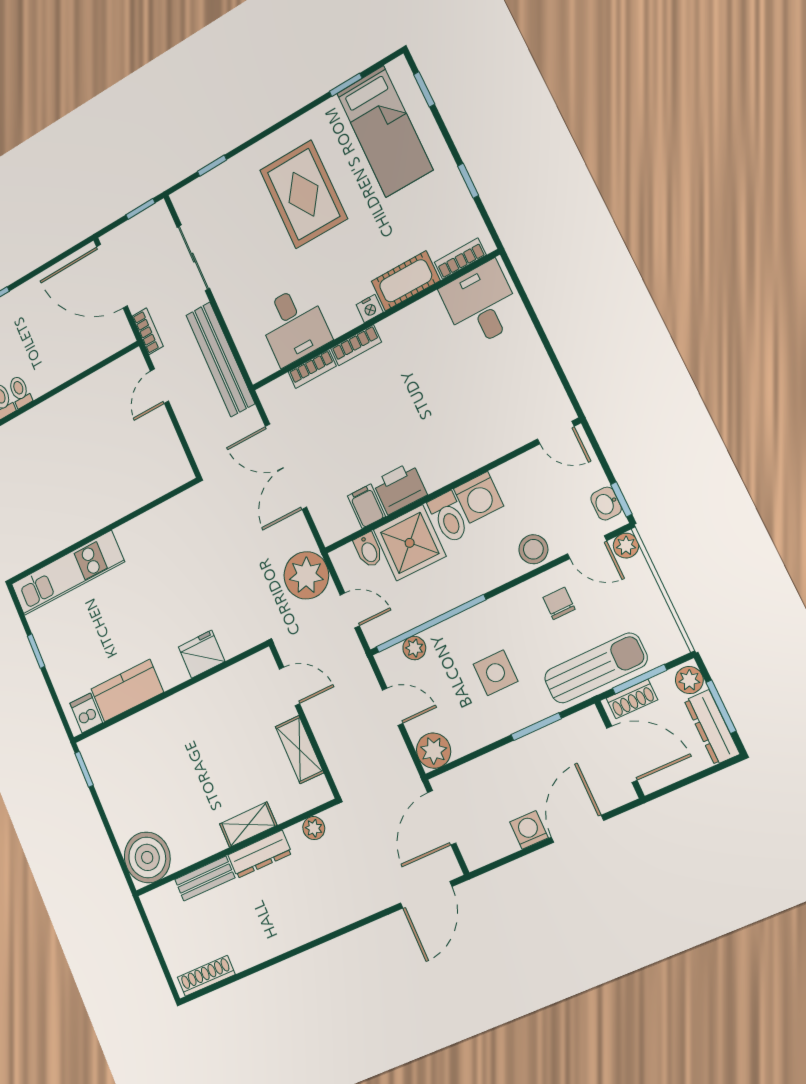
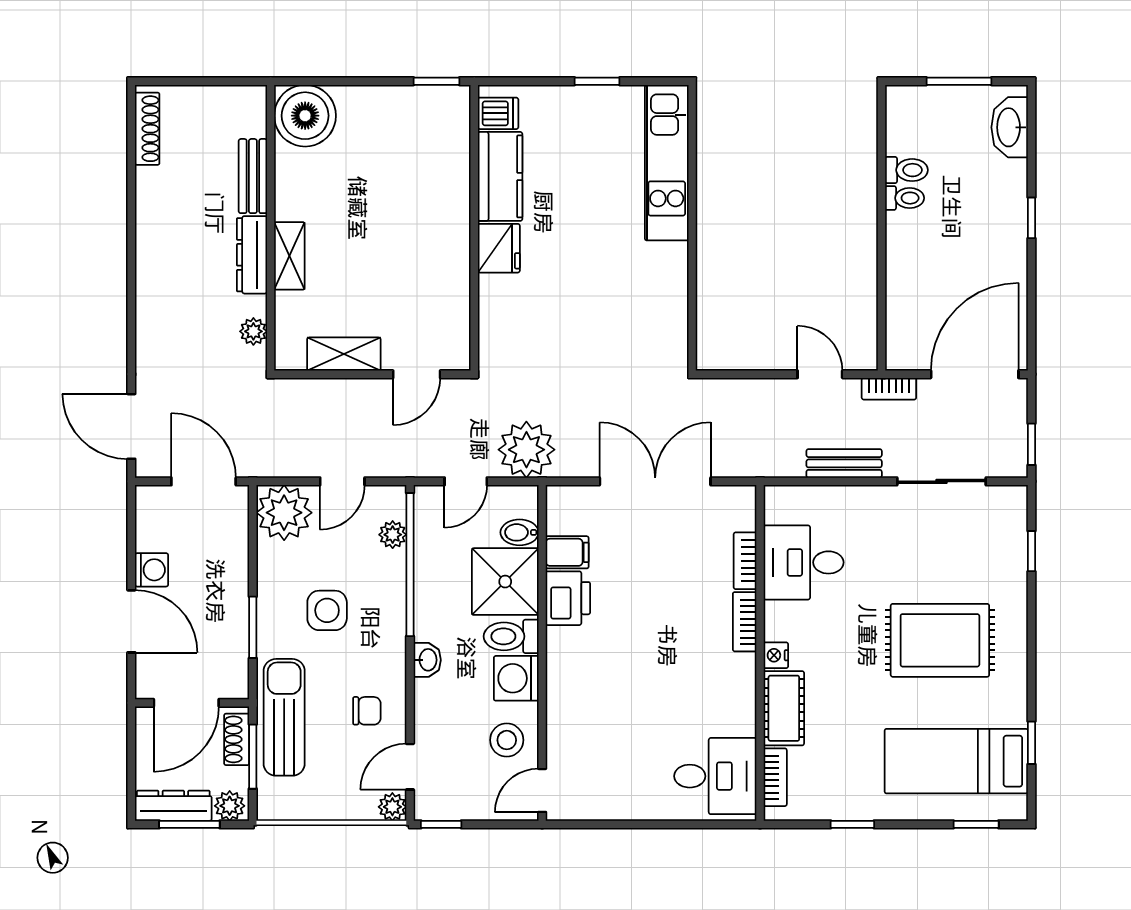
bench: (220, 359) -> (844, 463), width x0.54, depth x0.82
washbasin: (606, 504) -> (427, 660), moved, turned 90
stool: (533, 549) -> (507, 740), moved
fridge: (202, 654) -> (499, 248), moved
sun lounger: (596, 668) -> (284, 717), turned 180
plant: (434, 751) -> (284, 513), width x1.36, depth x1.36

